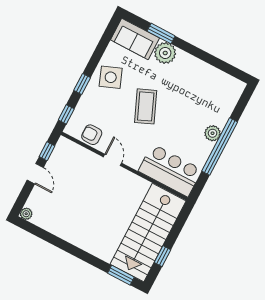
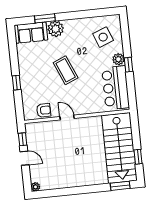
side table: (111, 77) -> (103, 37), moved
window: (66, 114) -> (19, 108), removed
armchair: (92, 135) -> (44, 110), turned 180
window: (220, 147) -> (128, 65), width x0.32
bar counter: (170, 170) -> (116, 88), moved, turned -90

